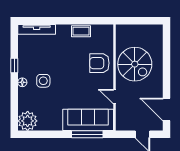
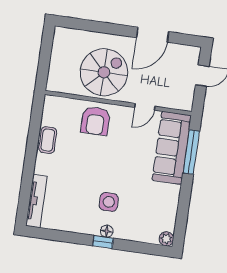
window: (14, 66) -> (103, 242), moved
door: (166, 109) -> (153, 35), moved
plant: (28, 121) -> (166, 239), width x0.53, depth x0.53

